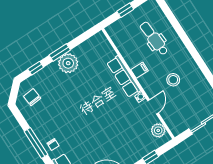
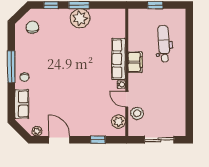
filing cabinet: (140, 70) -> (135, 62), width x2.00
stool: (173, 80) -> (137, 113), moved
door: (153, 107) -> (127, 99), swing flipped

